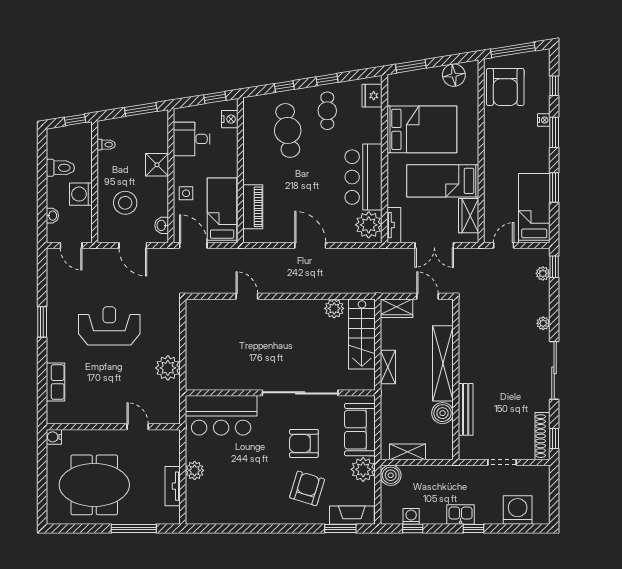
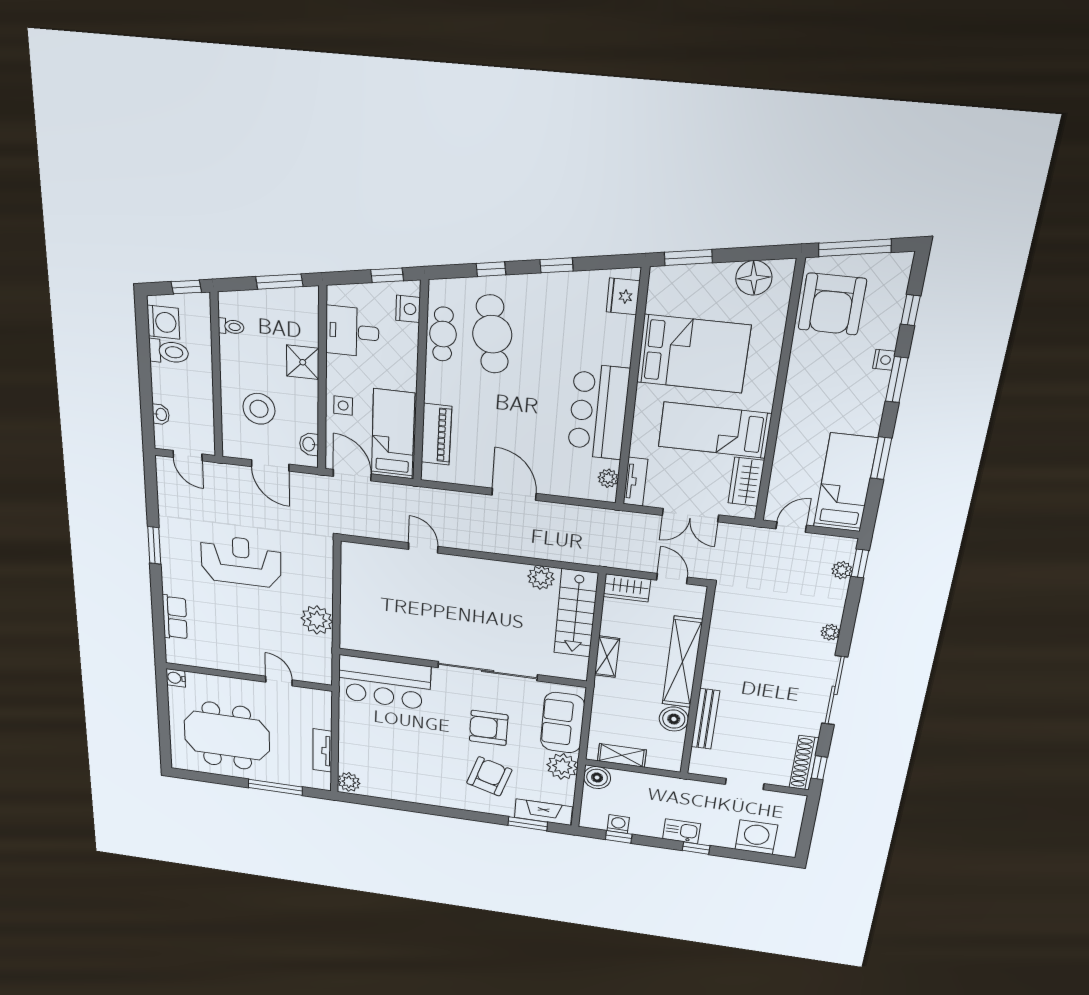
cafe table: (327, 111) -> (443, 334), moved
washing machine: (81, 194) -> (163, 322), moved, turned 180
plant: (369, 225) -> (608, 478), width x0.53, depth x0.53
plant: (195, 470) -> (349, 782), moved

